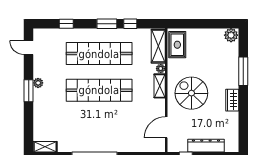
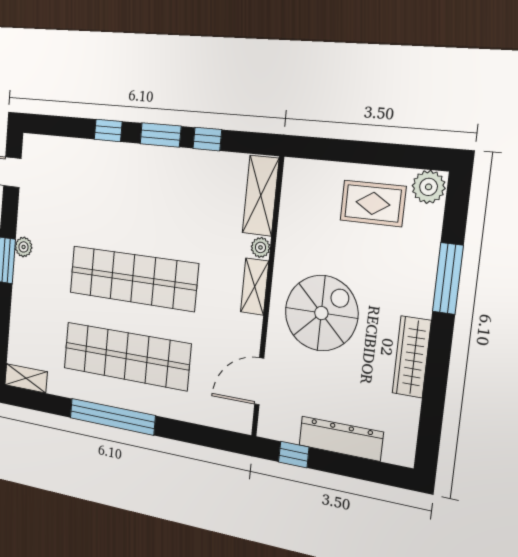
window: (66, 24) -> (108, 130), moved
rug: (177, 45) -> (373, 203), moved, turned 90
shop shelf: (99, 54) -> (126, 356), moved
spiral stairs: (191, 93) -> (321, 313), turned 90
wardrobe: (232, 100) -> (412, 357), width x1.50

